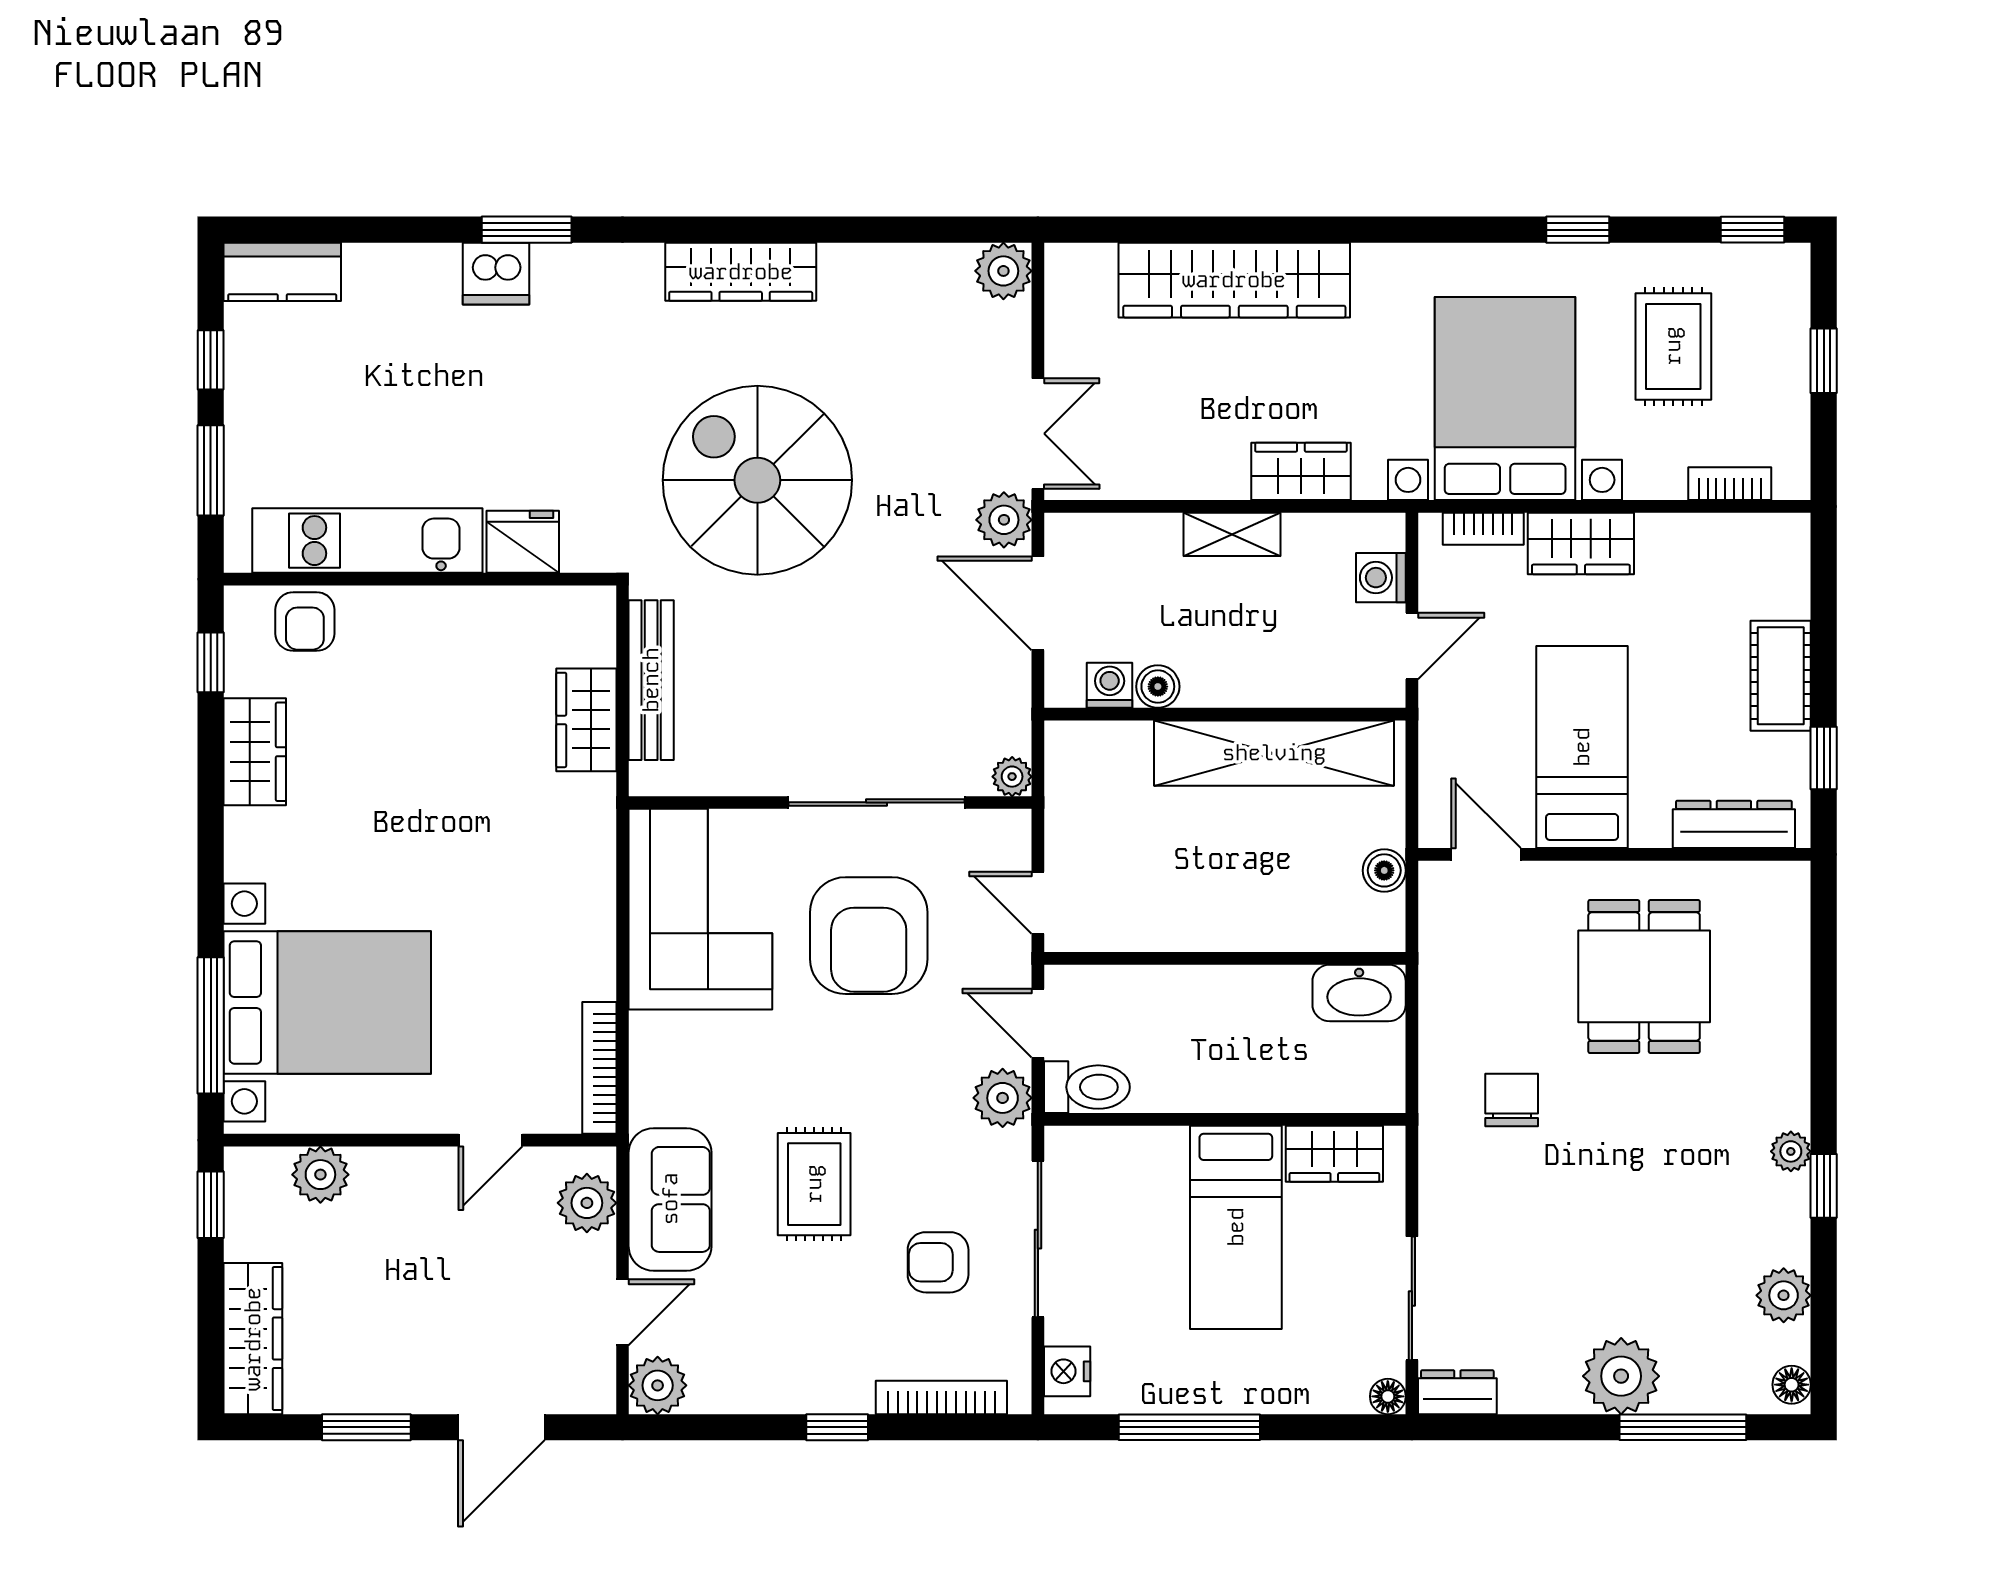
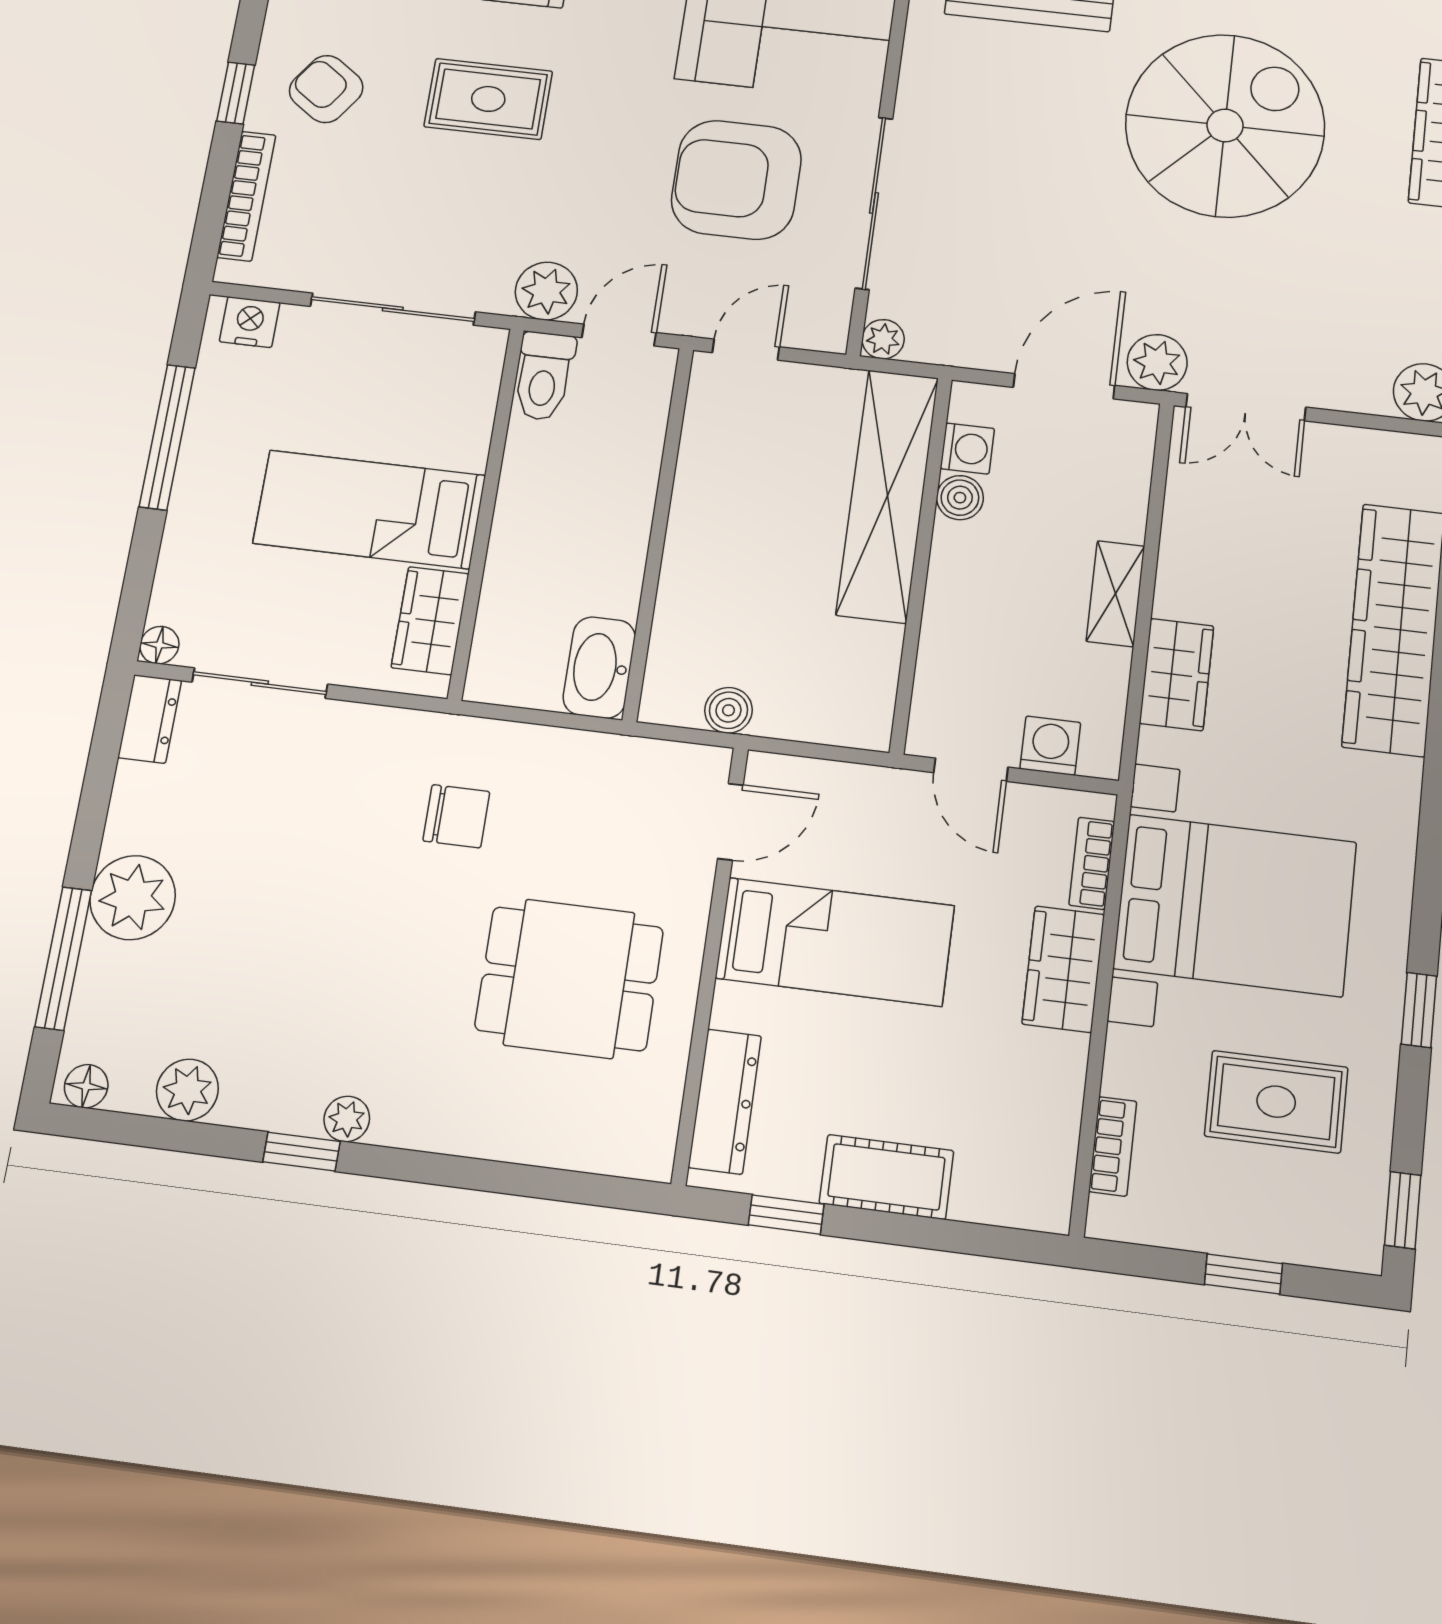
shelving: (1274, 753) -> (887, 496), moved
armchair: (938, 1262) -> (326, 89), moved, turned -55

